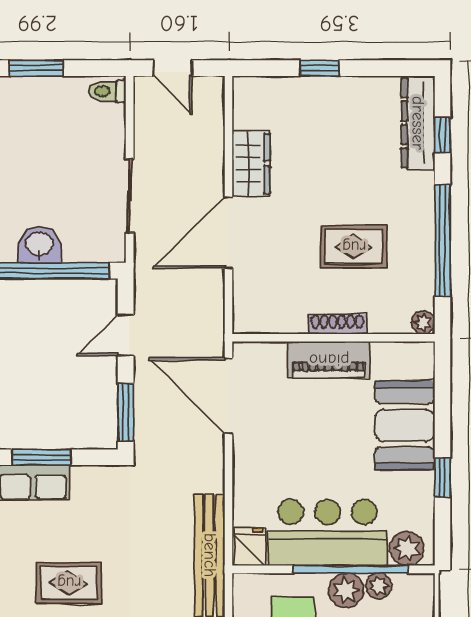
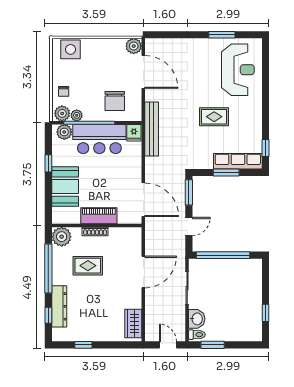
window: (36, 68) -> (213, 345), moved
window: (320, 68) -> (83, 345), moved
dresser: (418, 123) -> (59, 306), moved
wardrobe: (251, 163) -> (133, 324), moved
washbasin: (39, 245) -> (197, 319), moved, turned -90
plant: (423, 322) -> (62, 237), width x1.87, depth x1.87
plant: (346, 590) -> (62, 113), moved

